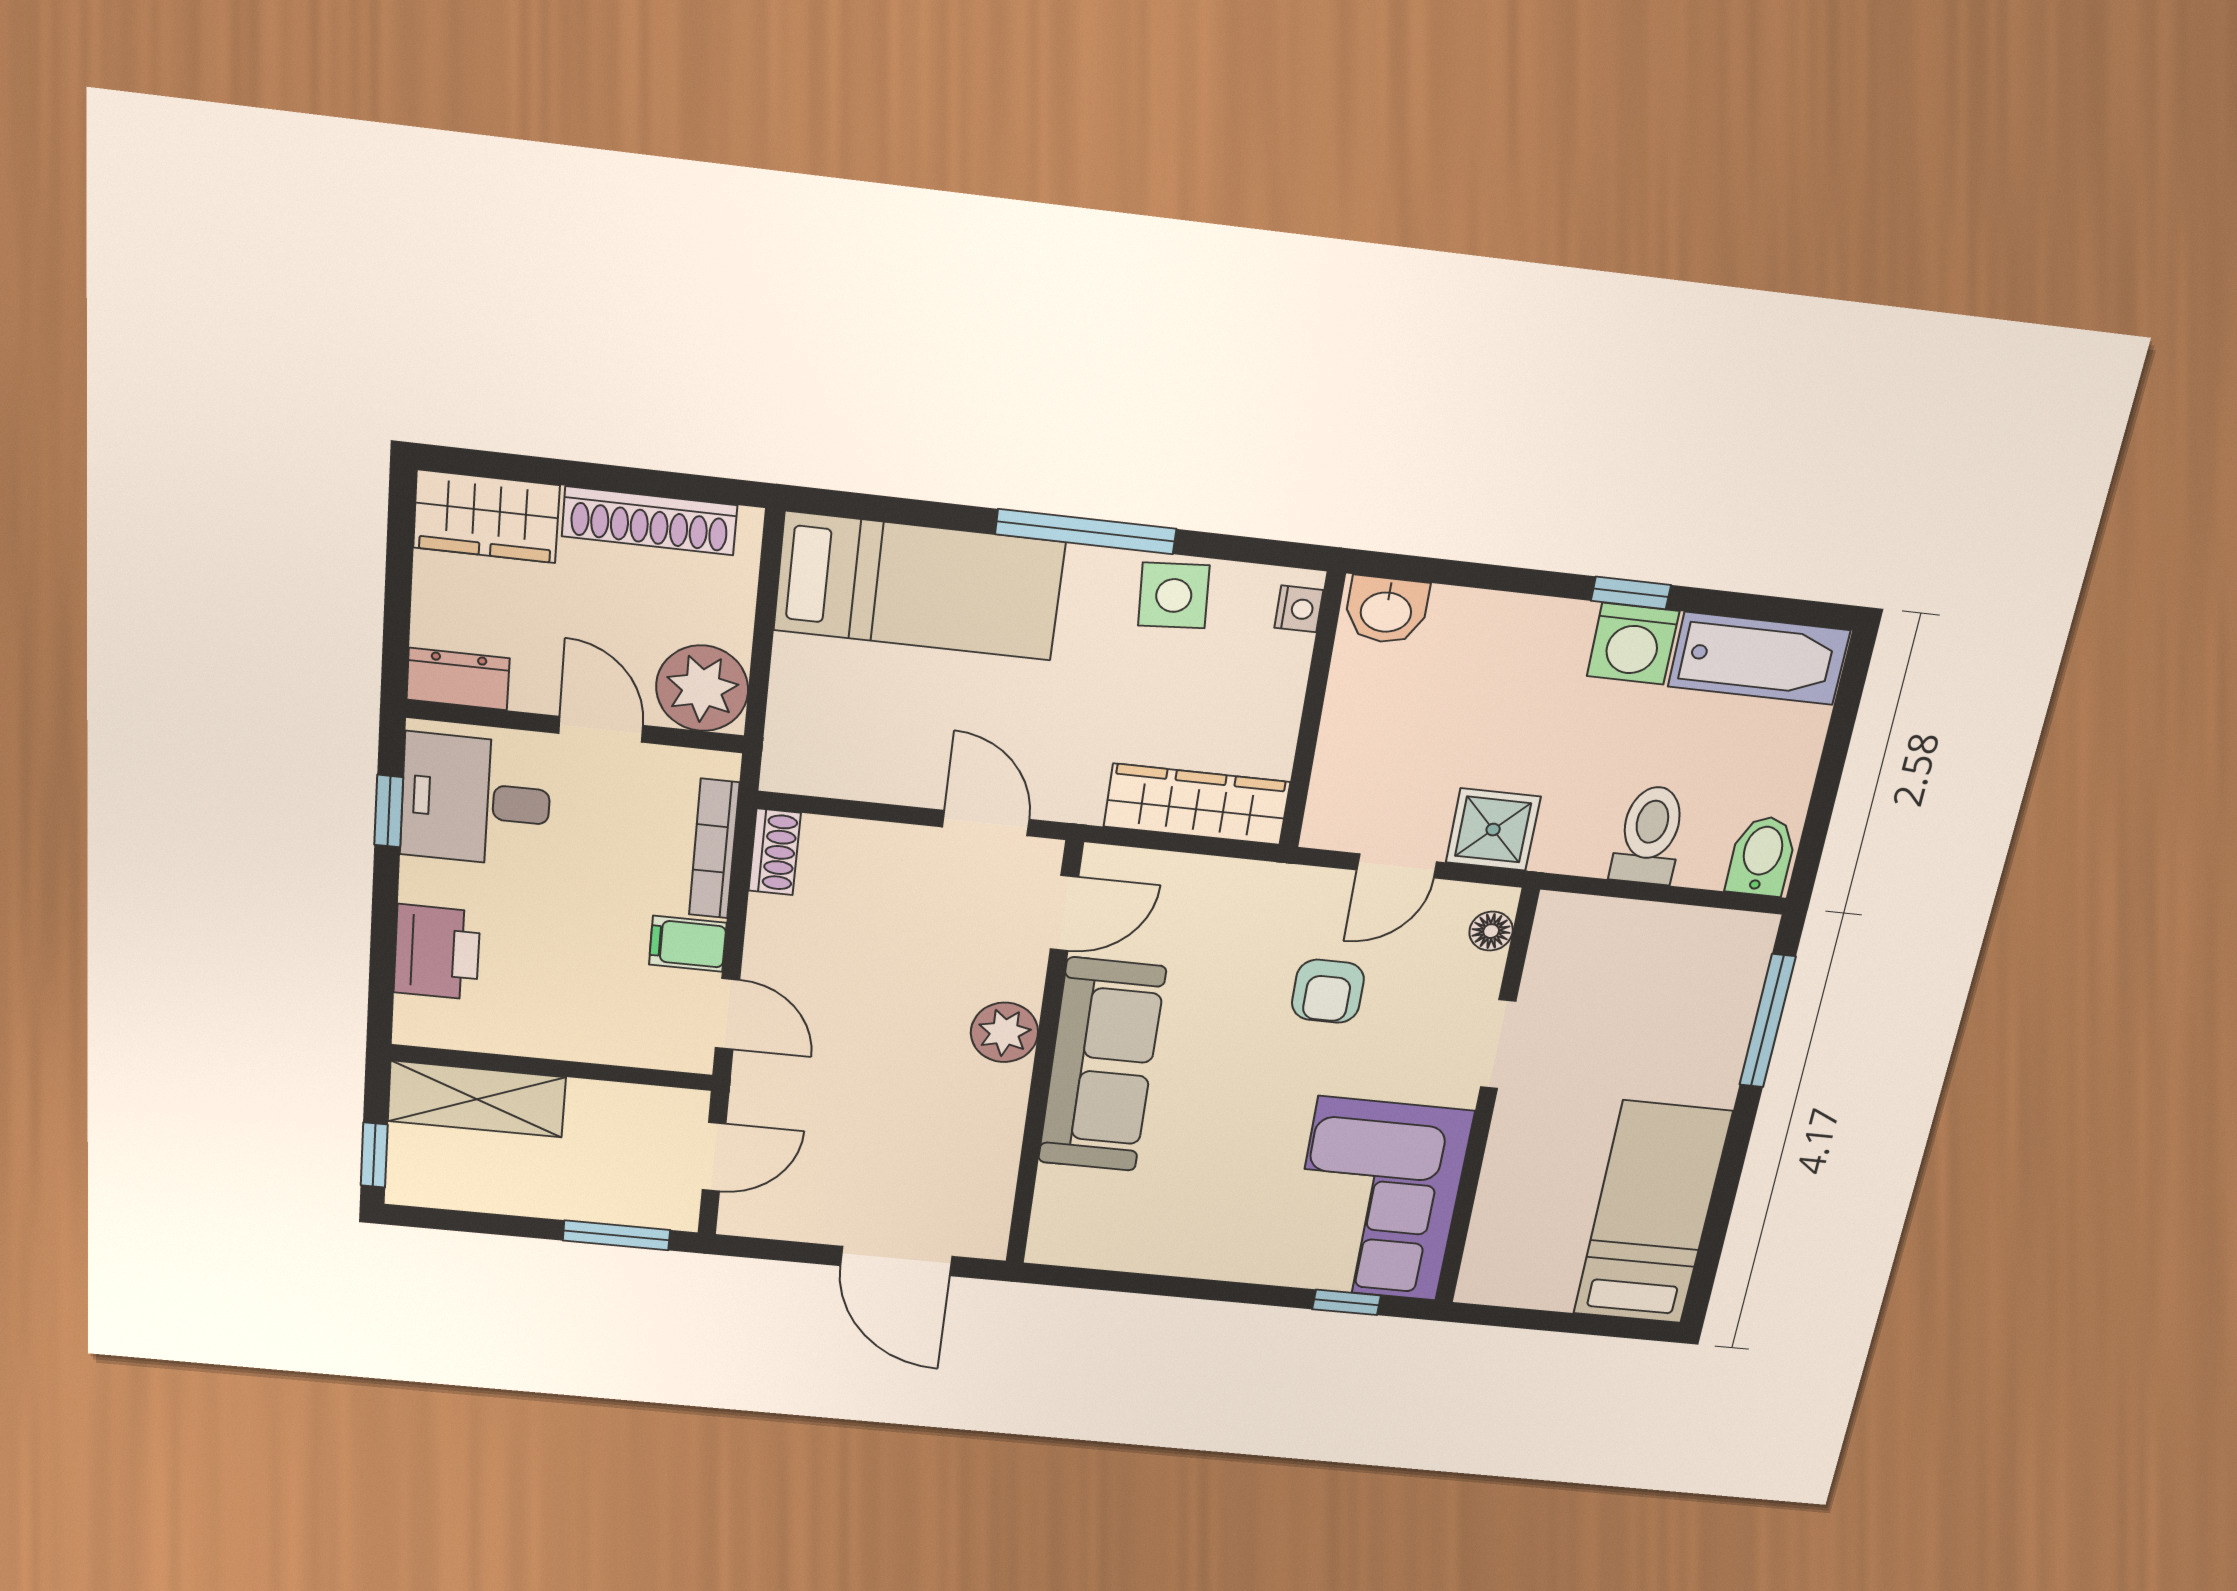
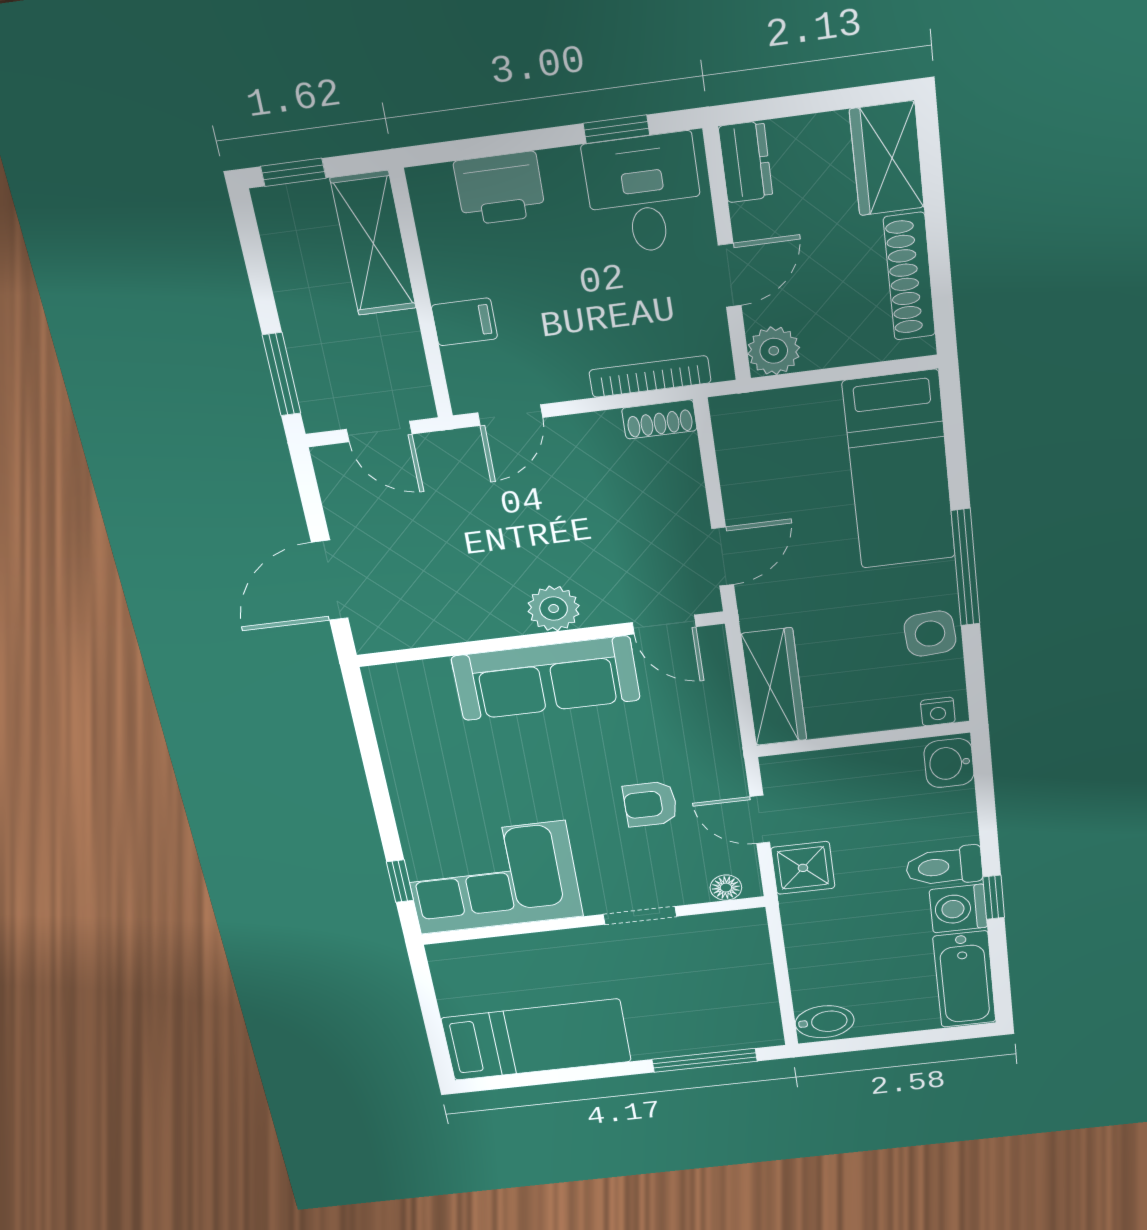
plant: (702, 688) -> (774, 351), width x0.73, depth x0.73
toilet: (1649, 835) -> (944, 866), moved, turned 180
filing cabinet: (688, 944) -> (464, 322), moved, turned 90

